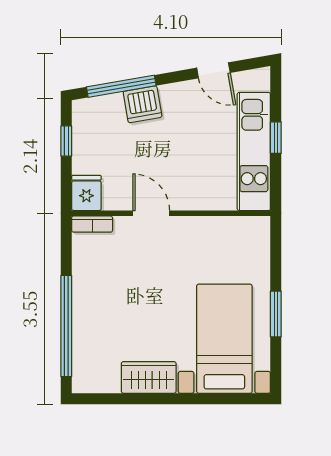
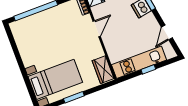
wardrobe: (149, 377) -> (103, 70), moved, turned 180

